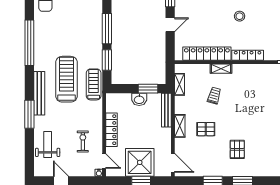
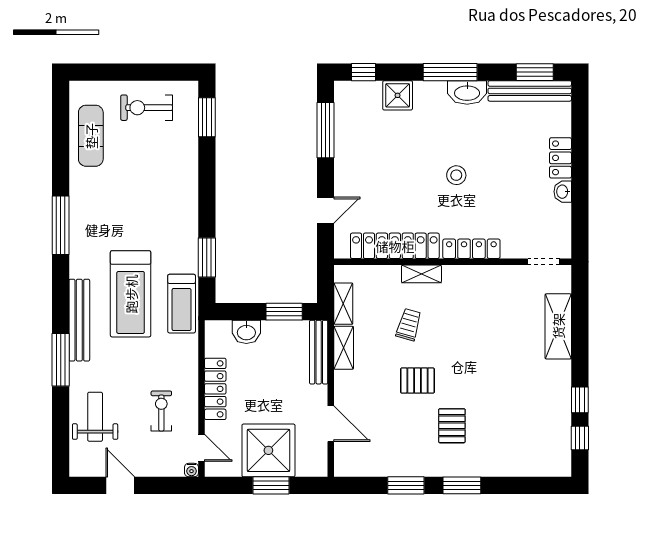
door: (170, 25) -> (325, 210), moved
window: (107, 29) -> (207, 198), removed
window: (29, 43) -> (61, 225), width x0.68
treadmill: (66, 79) -> (131, 294), turned 180
treadmill: (94, 84) -> (182, 304), turned 180
washbasin: (139, 99) -> (246, 332), moved
shelving: (180, 126) -> (344, 348), moved
pallet: (206, 129) -> (417, 381), moved
door: (173, 163) -> (331, 424), moved

